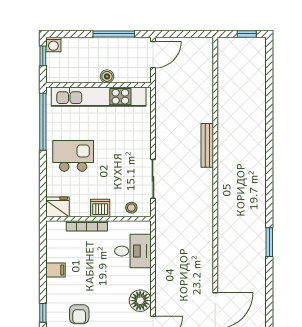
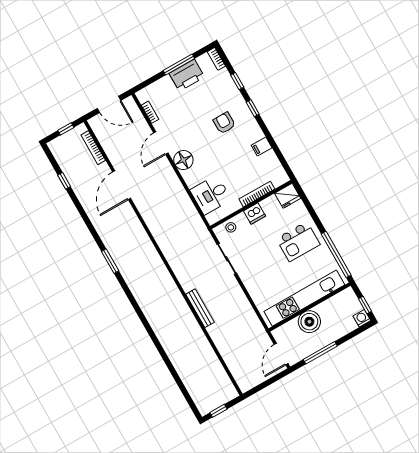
boiler: (107, 76) -> (309, 322), width x1.86, depth x1.86

